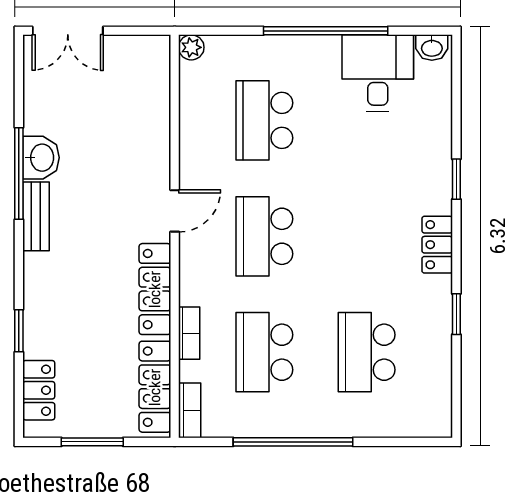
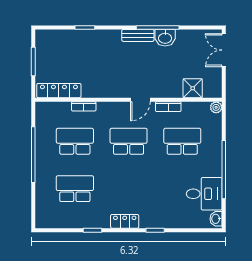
shower: (150, 98) -> (193, 88), added
door: (175, 211) -> (140, 100), hinge flipped
locker: (155, 289) -> (104, 91), removed
locker: (39, 390) -> (57, 37), removed
bookcase: (190, 410) -> (168, 107), moved

